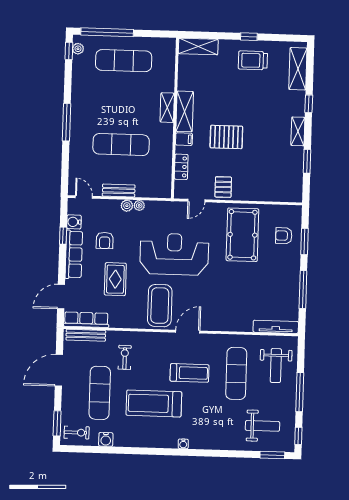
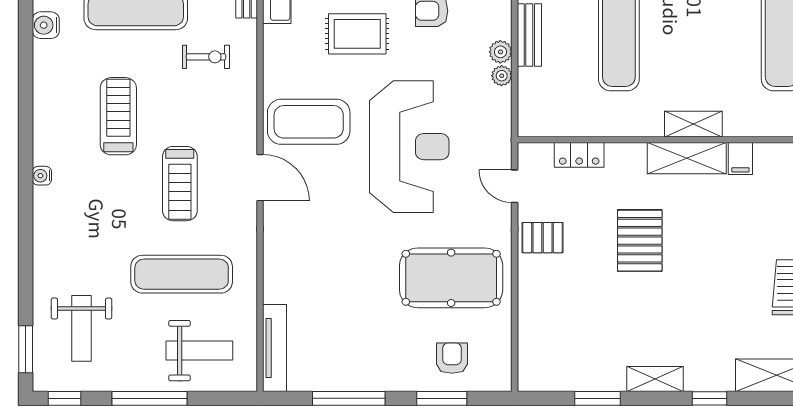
filing cabinet: (184, 139) -> (740, 159), moved
weight bench: (276, 366) -> (199, 351), turned 180
treadmill: (154, 403) -> (118, 116), width x0.73, depth x0.73

